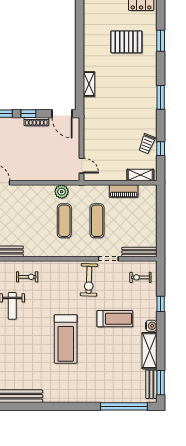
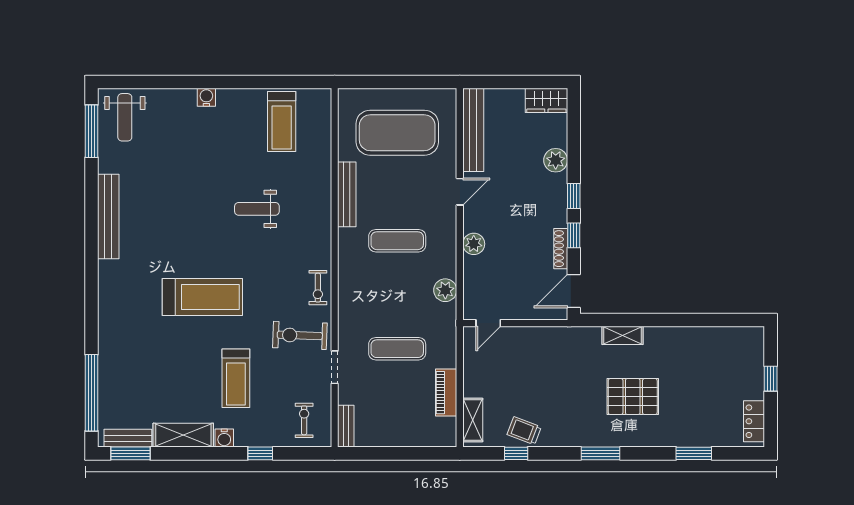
pallet: (126, 42) -> (633, 397), moved, turned 90
plant: (33, 174) -> (474, 244), added
exercise mat: (64, 221) -> (397, 241), moved
bench: (139, 252) -> (346, 426), width x0.73
exercise bike: (27, 277) -> (318, 288), moved
treadmill: (66, 339) -> (202, 297), turned 180

